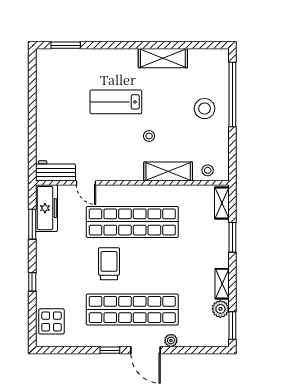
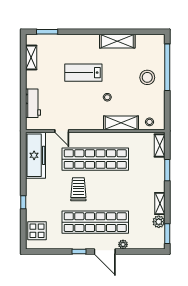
shelving: (43, 81) -> (31, 57), added
workbench: (55, 171) -> (33, 103), moved, turned 90
freezer: (46, 208) -> (35, 155), width x1.36, depth x1.26
window: (32, 224) -> (23, 161), removed

